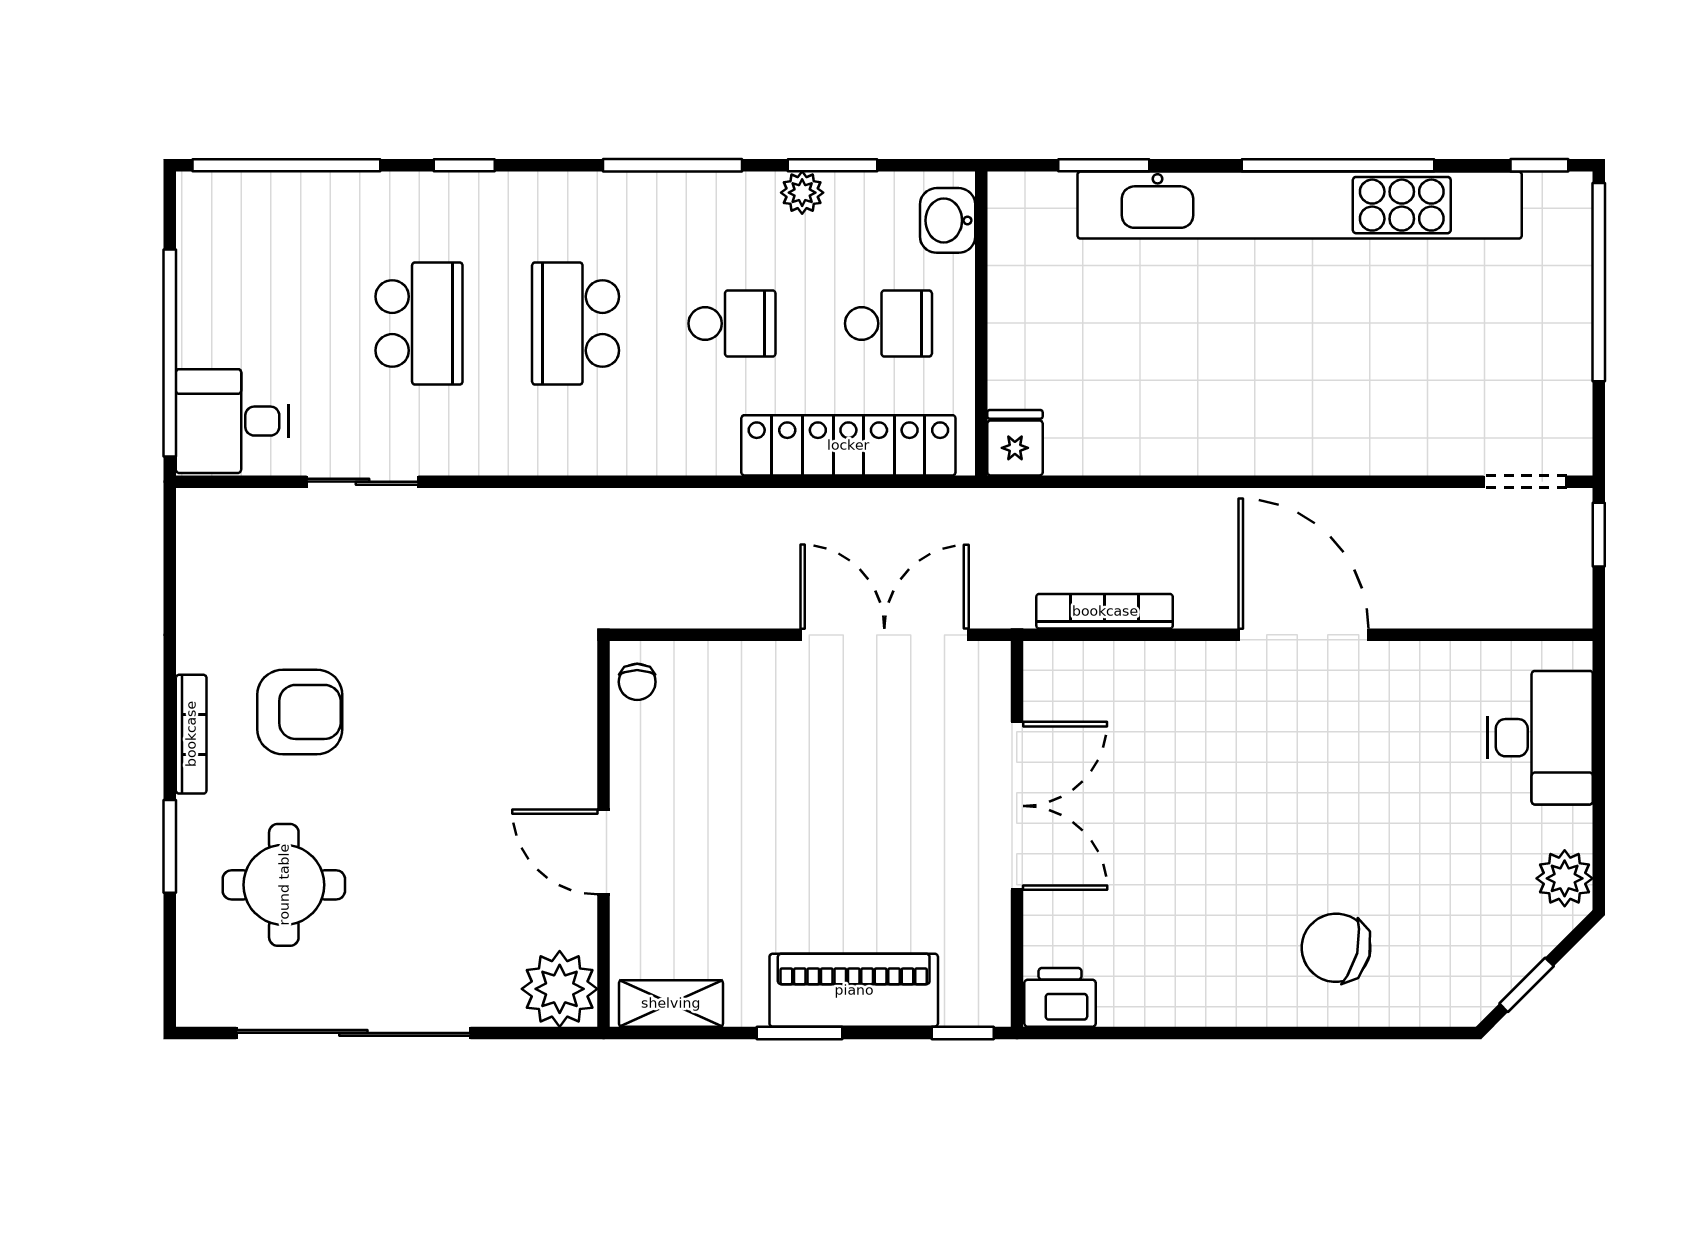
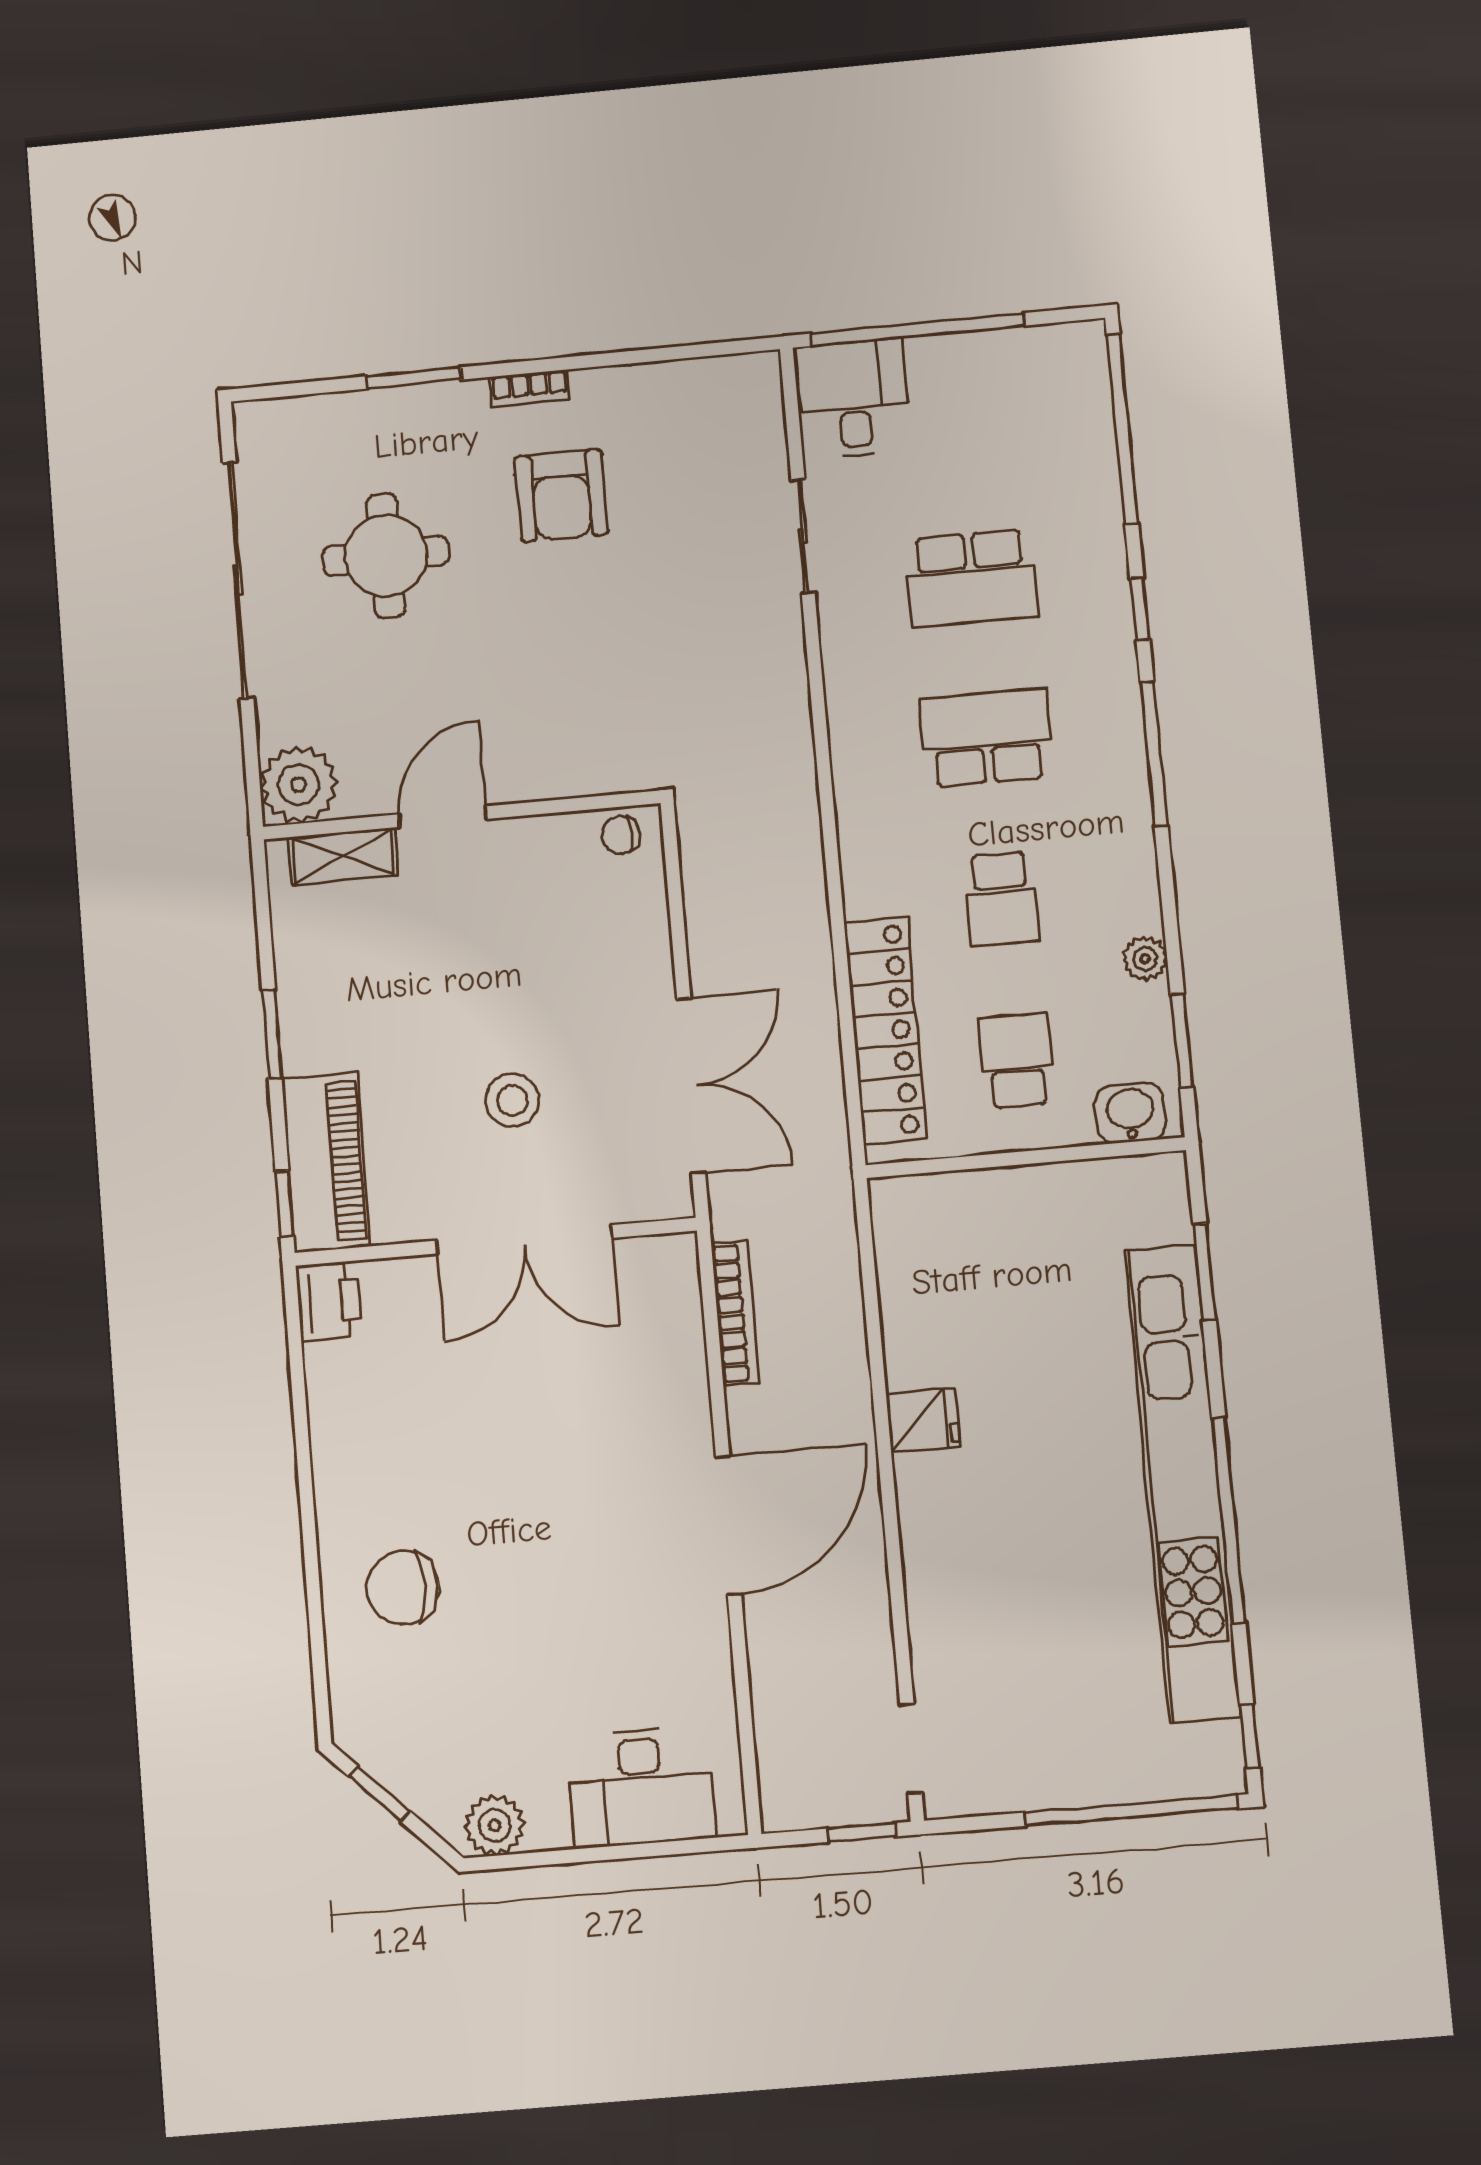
window: (672, 165) -> (1154, 754), moved
window: (833, 165) -> (1182, 1041), moved
school desk: (888, 323) -> (1016, 1061), turned 180
fridge: (1015, 443) -> (923, 1420), moved
bookcase: (191, 734) -> (530, 388), width x0.64
stool: (883, 807) -> (512, 1100), added
round table: (284, 885) -> (386, 556), moved
chair: (1336, 948) -> (403, 1588), turned -104
piano: (854, 990) -> (326, 1162), moved
shelving: (671, 1003) -> (343, 856), moved, turned 90

